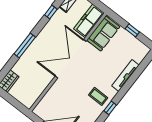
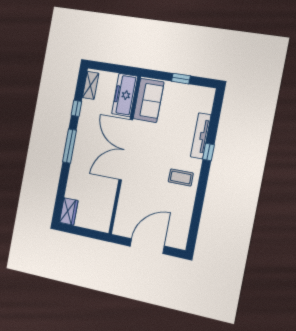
window: (25, 45) -> (70, 146), moved
window: (110, 108) -> (208, 152), moved

